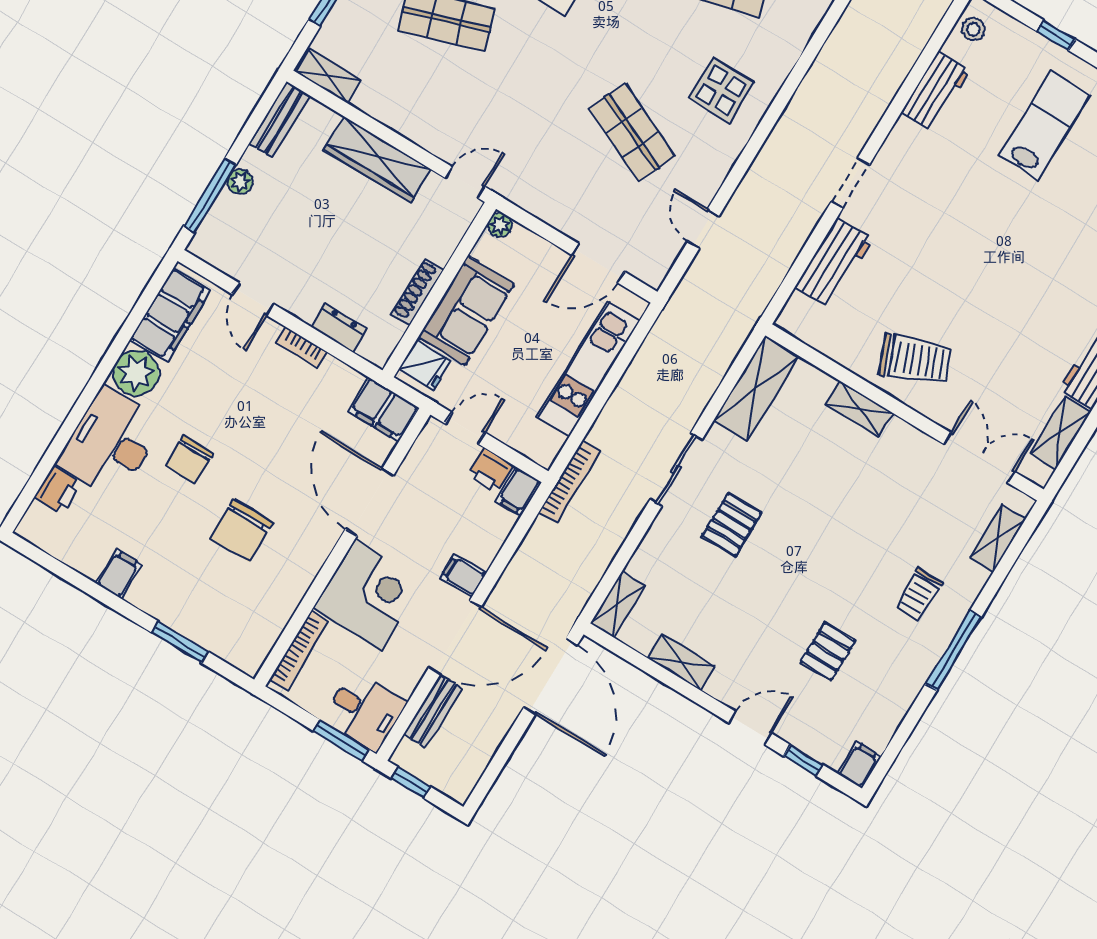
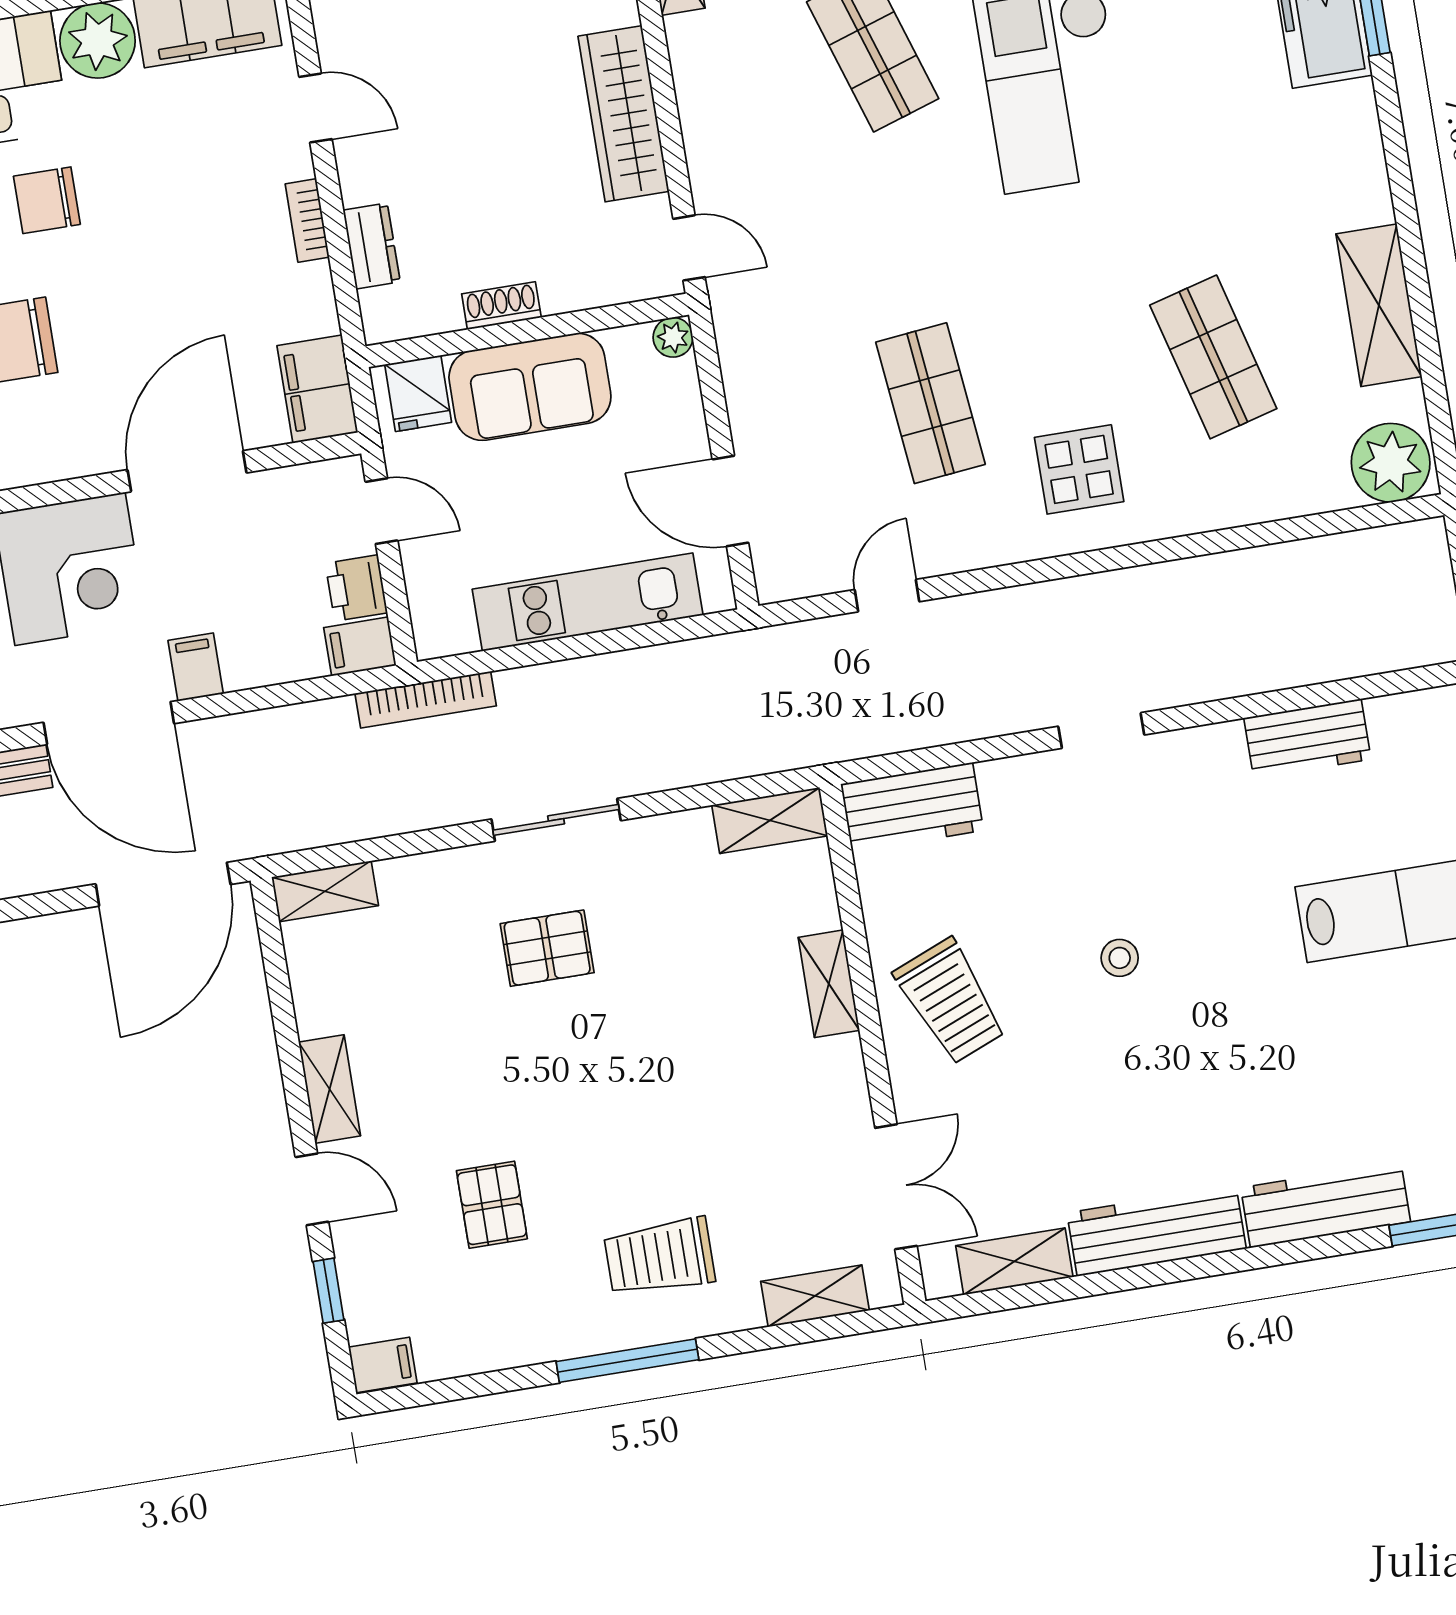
stool: (973, 29) -> (1120, 958), moved
shop shelf: (632, 132) -> (930, 403), turned -30
workbench: (834, 263) -> (912, 807), moved
shoe rack: (418, 292) -> (501, 306), width x0.70
door: (253, 299) -> (315, 108), swing flipped
shelving: (756, 388) -> (770, 820), width x0.67, depth x0.75
trolley: (918, 595) -> (659, 1257), width x1.36, depth x1.39
pallet: (828, 651) -> (492, 1205), turned 90
shelving: (681, 662) -> (330, 1089), moved

